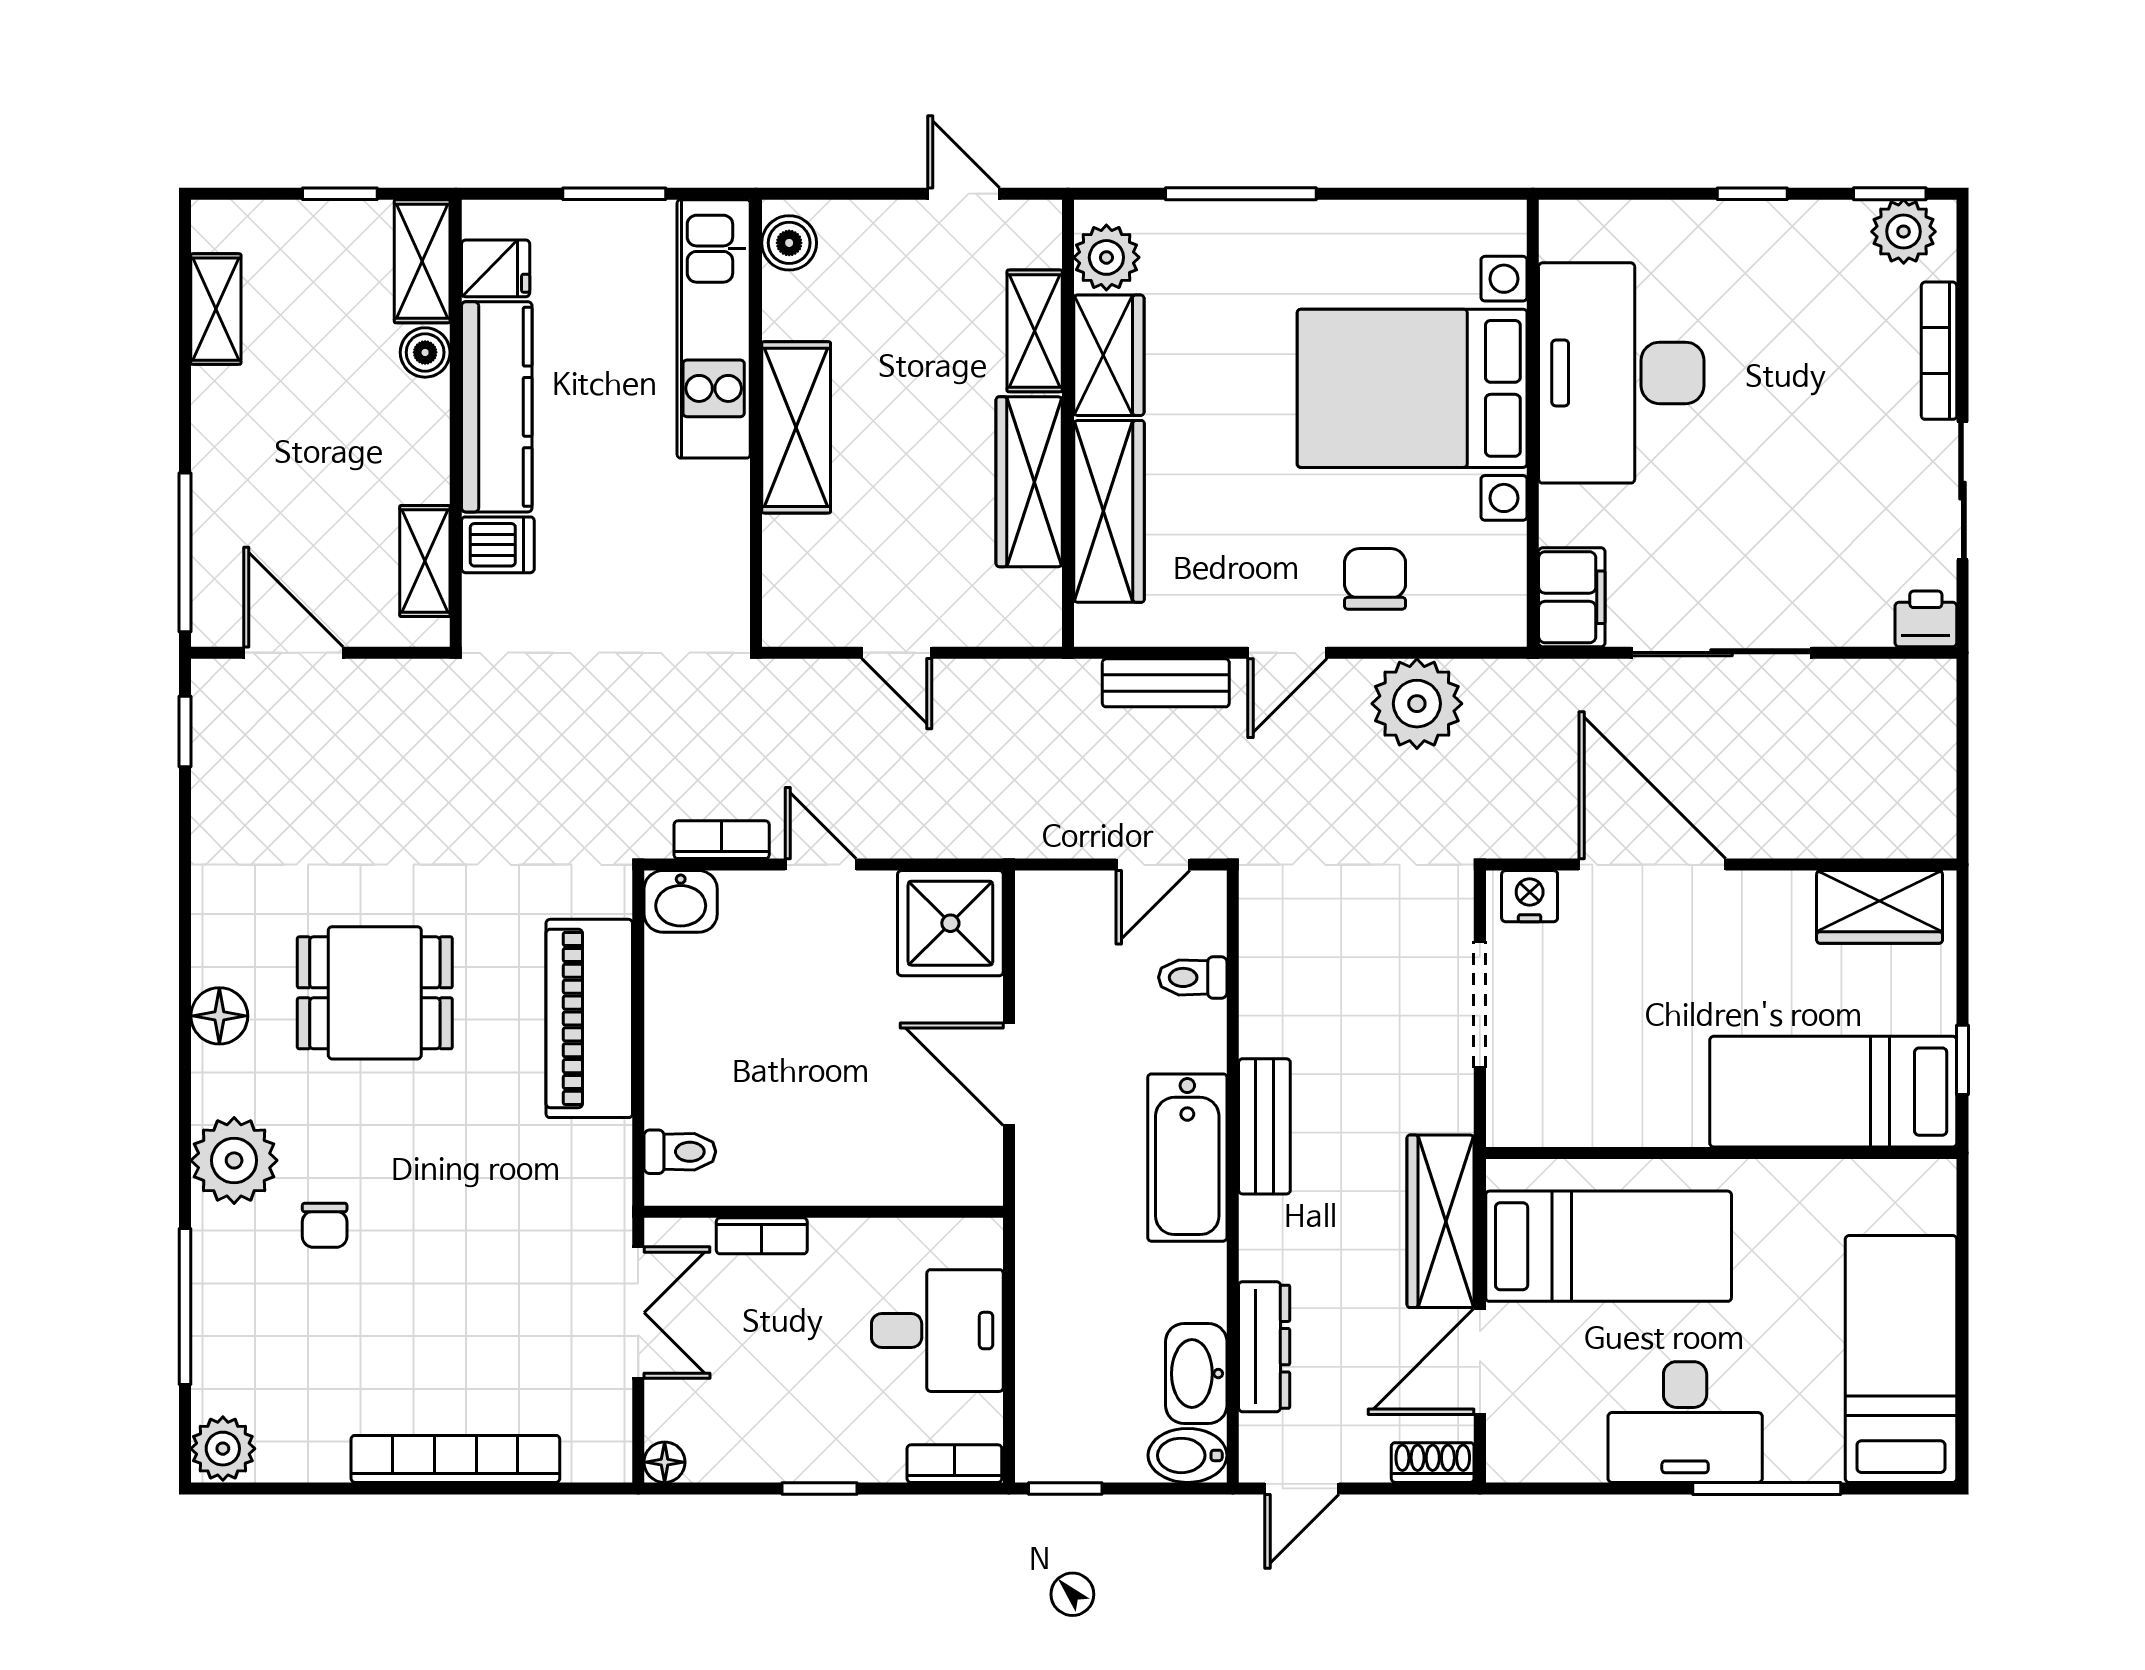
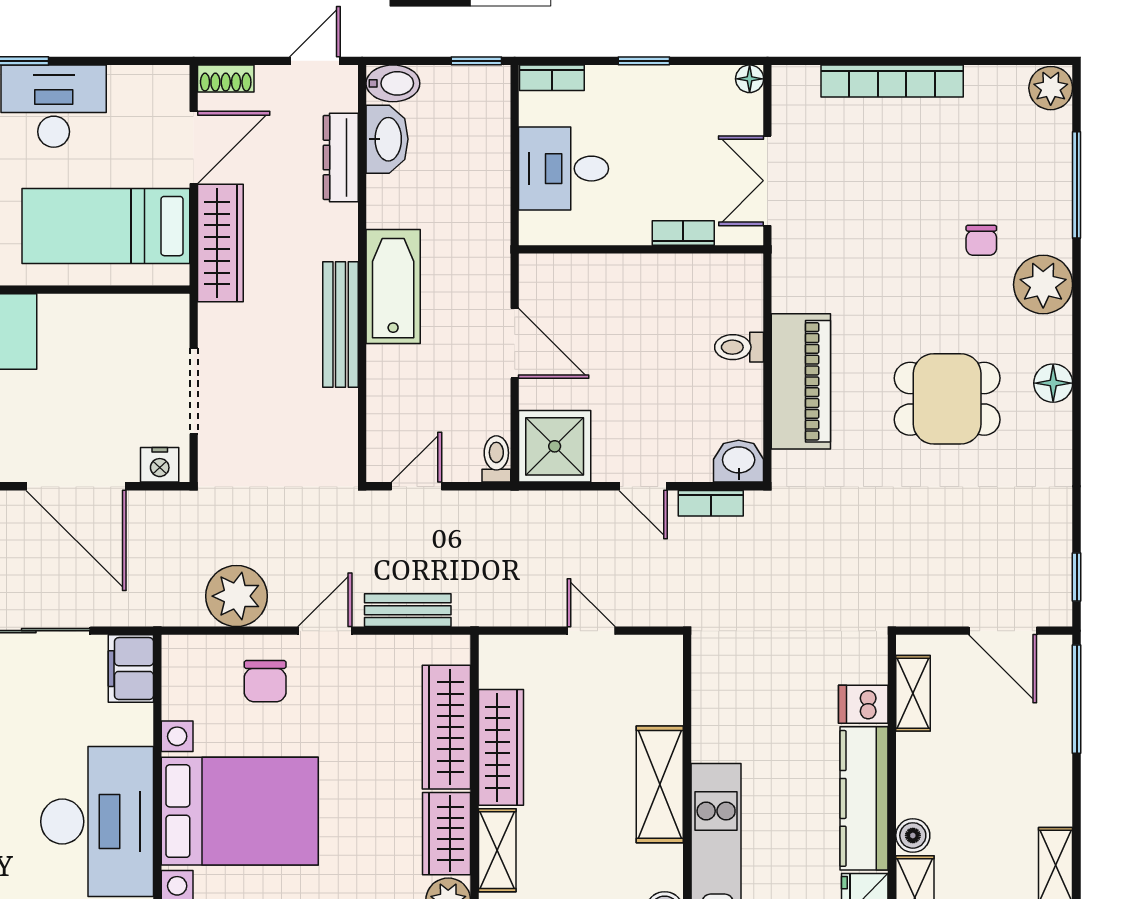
toilet: (1193, 977) -> (496, 459), moved, turned -90
bench: (1264, 1126) -> (341, 325), width x1.36
toilet: (680, 1152) -> (739, 347), moved
chair: (325, 1225) -> (981, 240), turned 180

